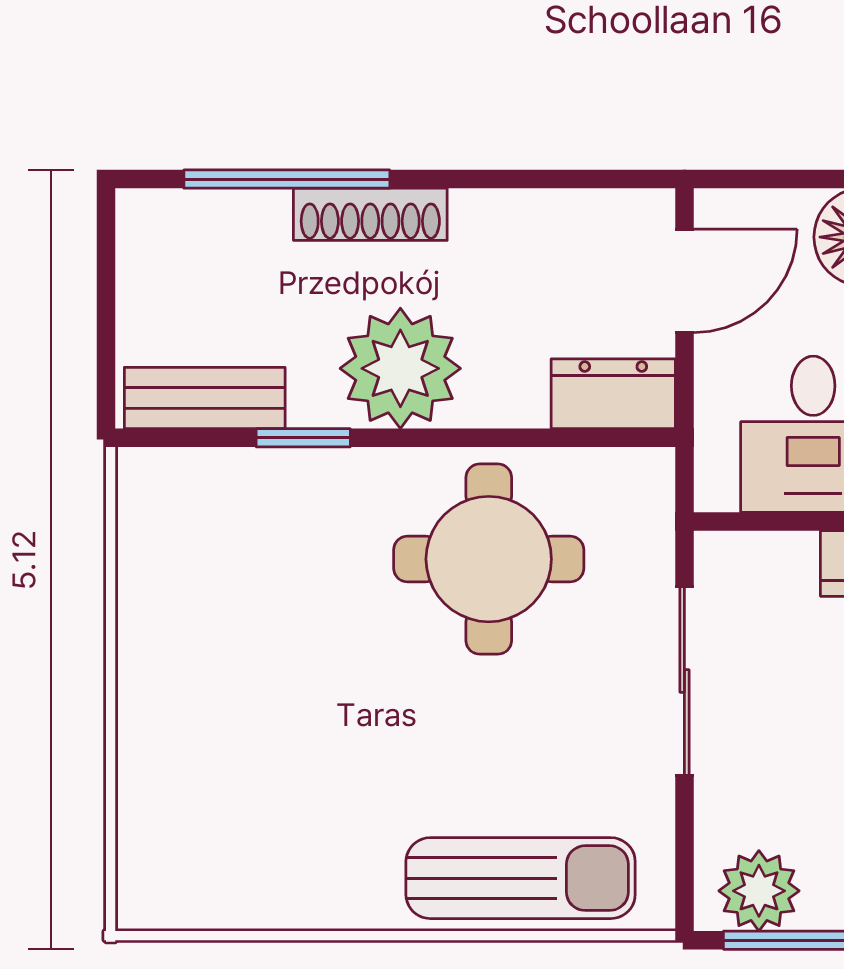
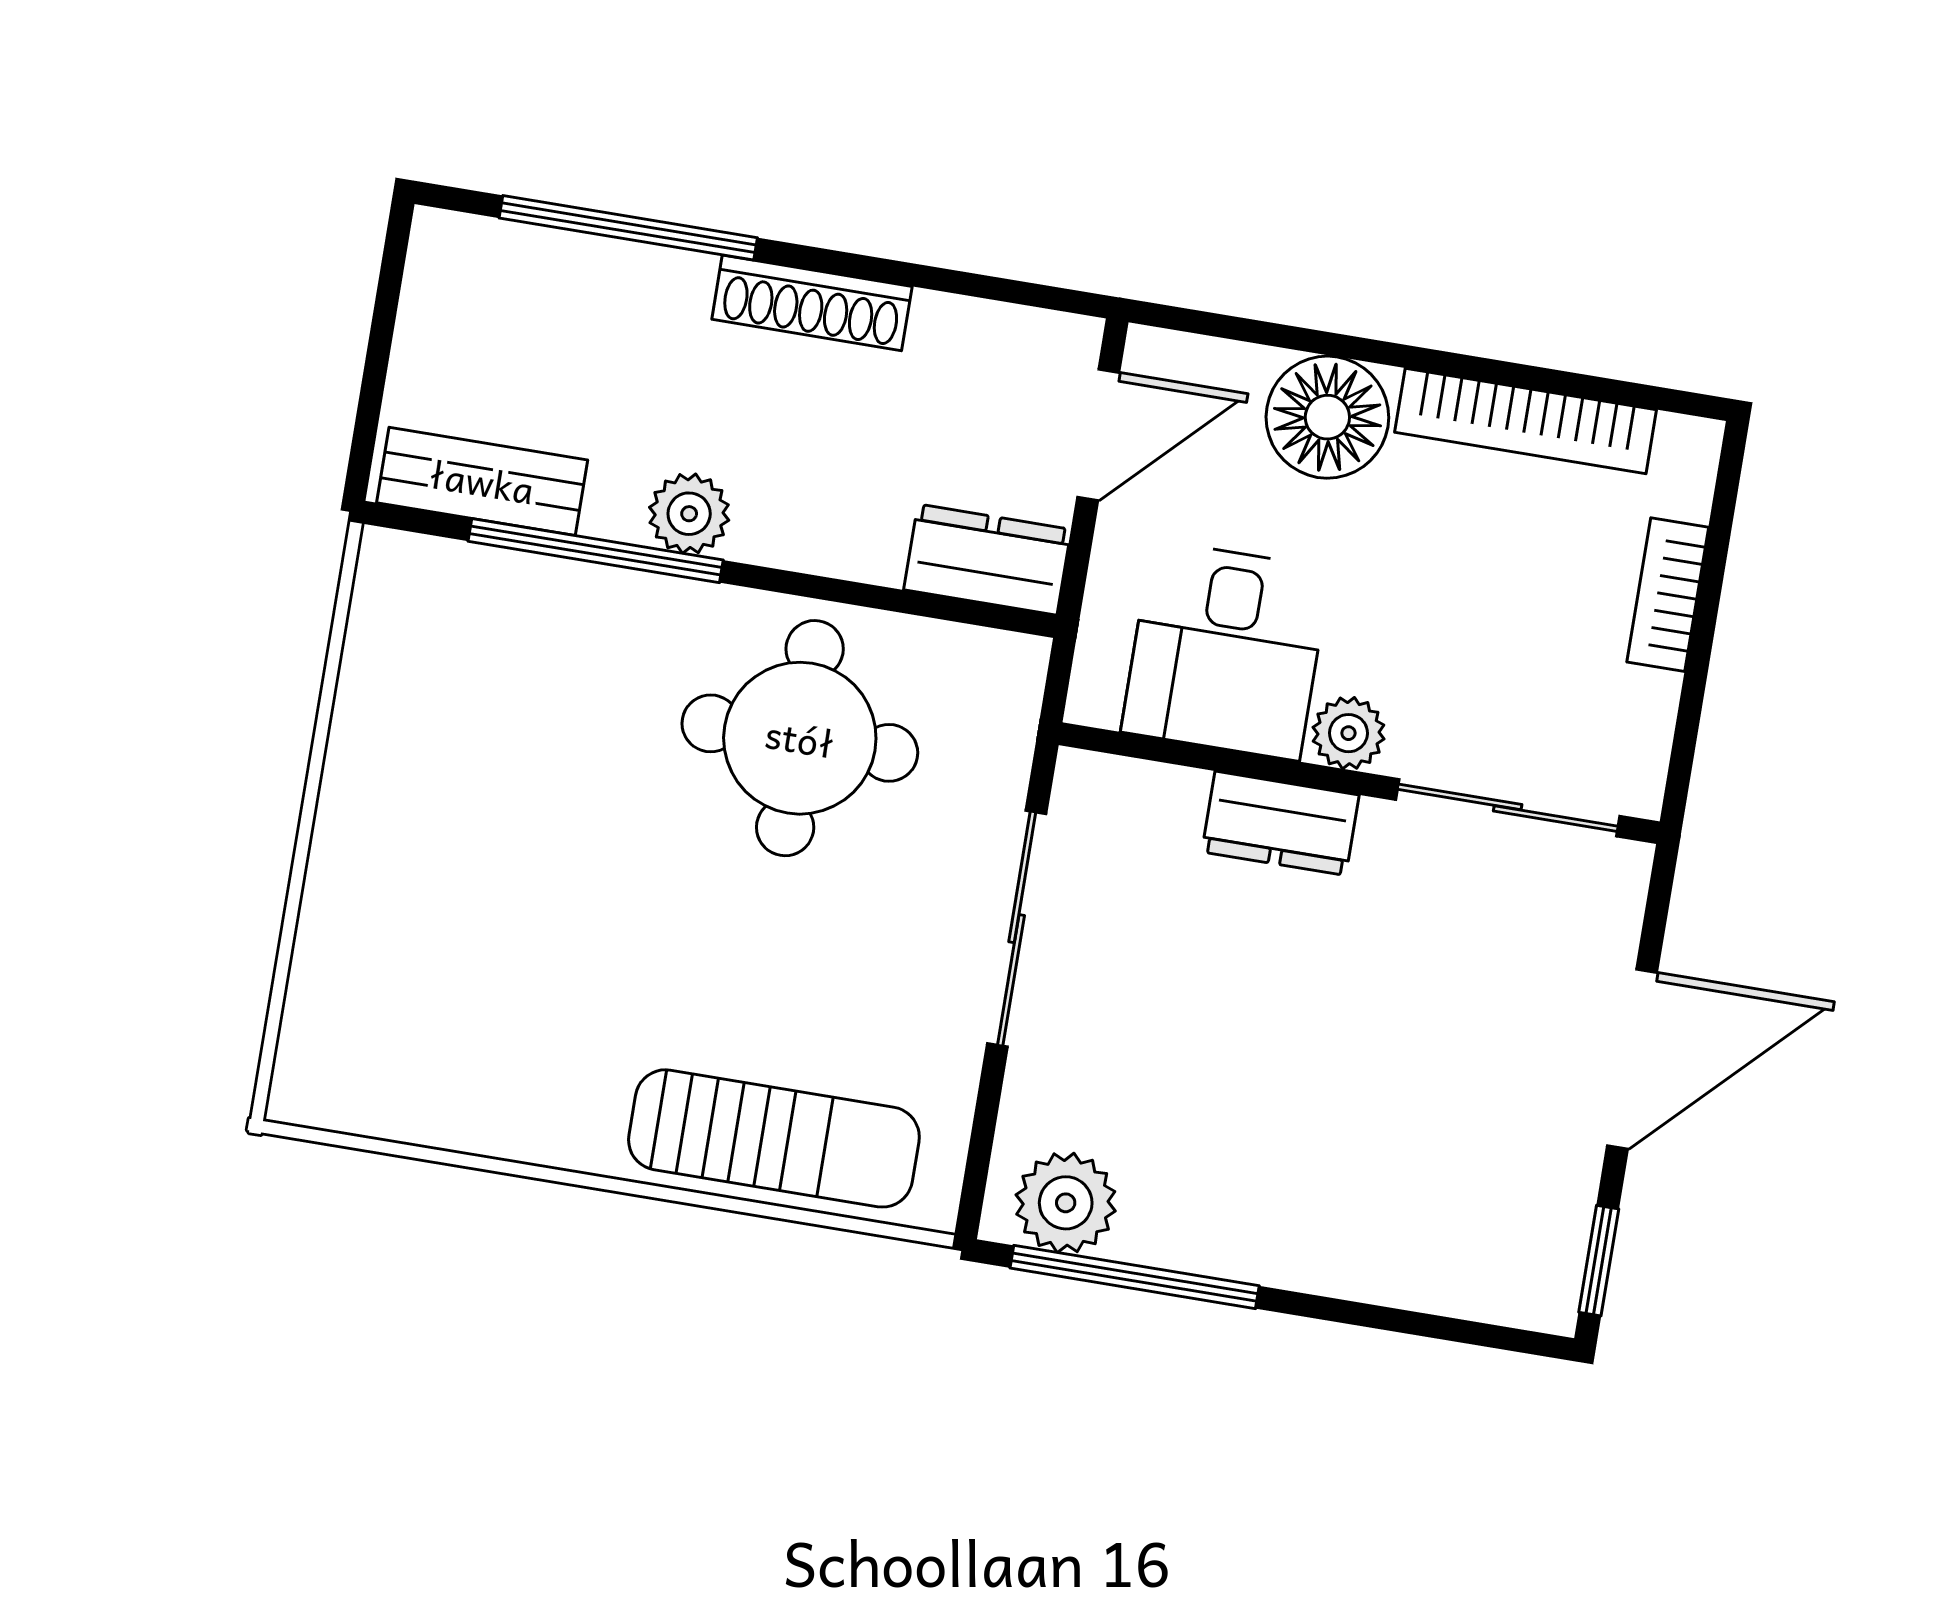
shoe rack: (370, 214) -> (812, 303), moved
plant: (400, 368) -> (689, 514), width x0.53, depth x0.53
window: (303, 438) -> (596, 551), width x2.17

